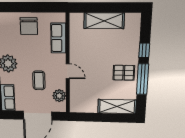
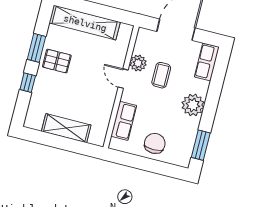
window: (143, 79) -> (36, 48), width x0.69
plant: (59, 96) -> (138, 63), moved
shelving: (117, 107) -> (85, 23), width x1.47

